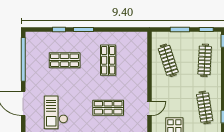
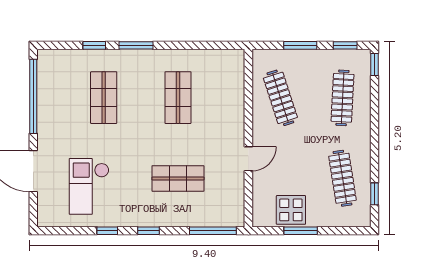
shop shelf: (65, 60) -> (104, 98), turned 90
door: (149, 109) -> (248, 159), moved

